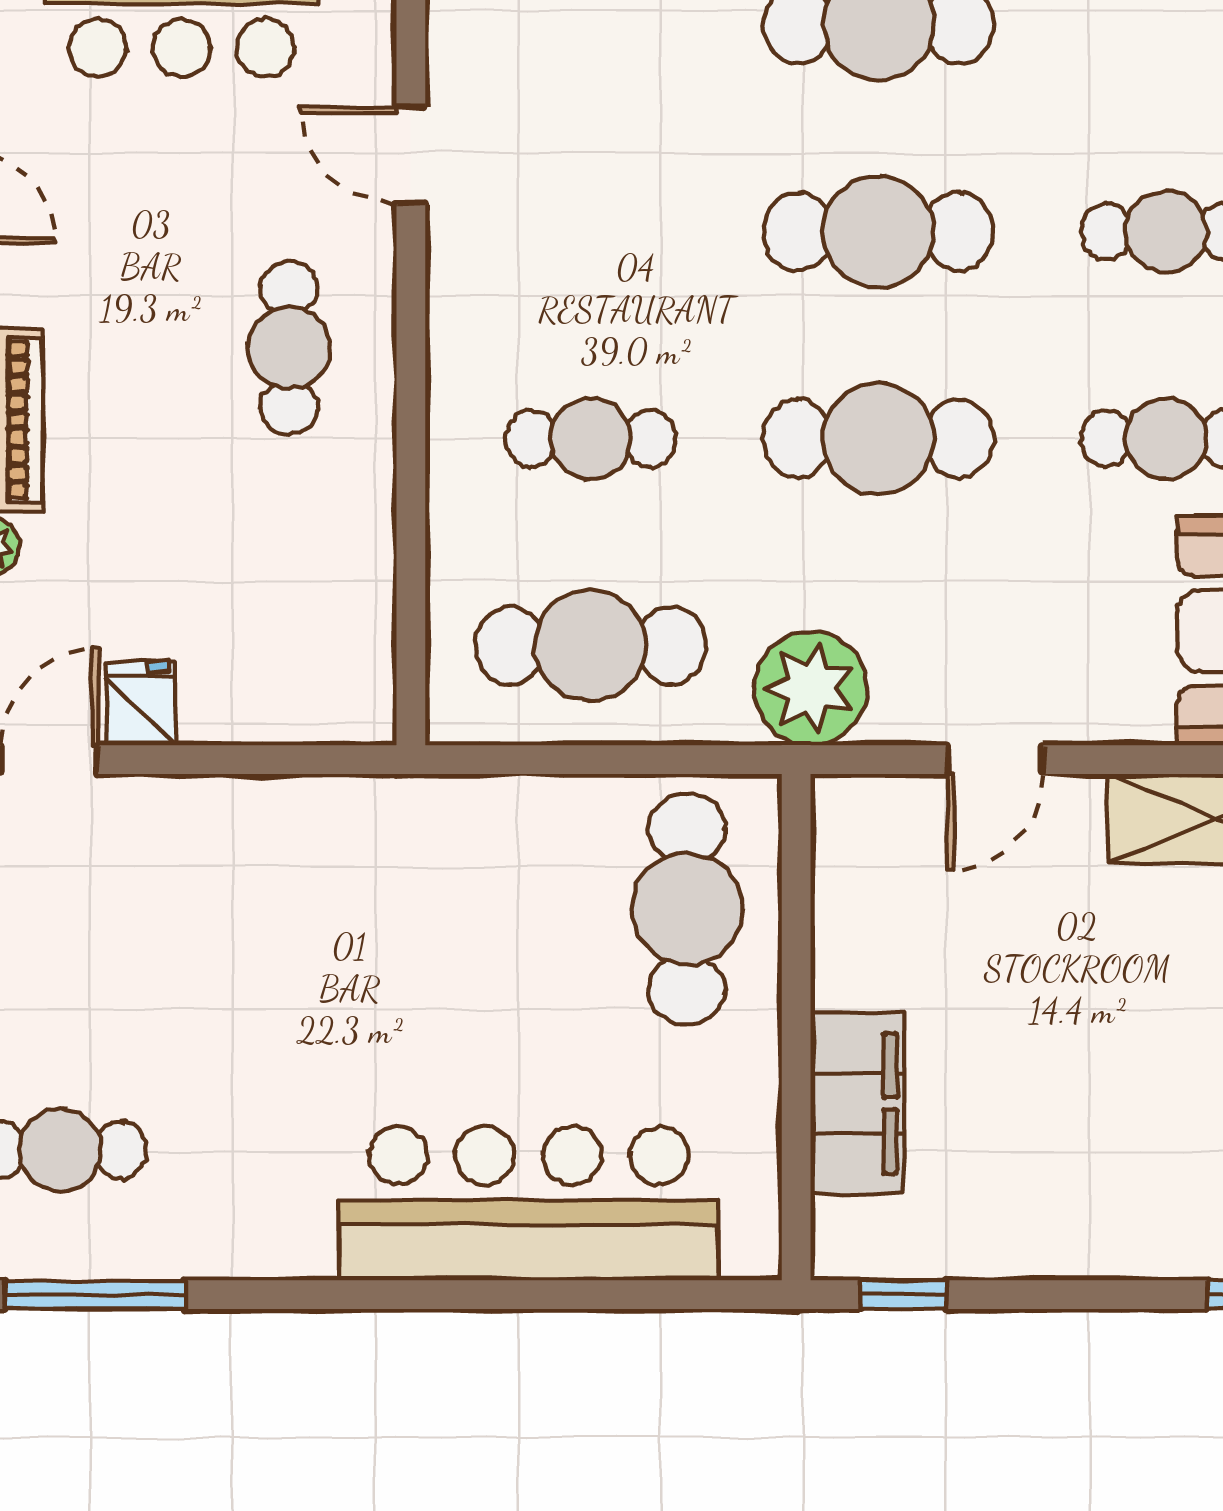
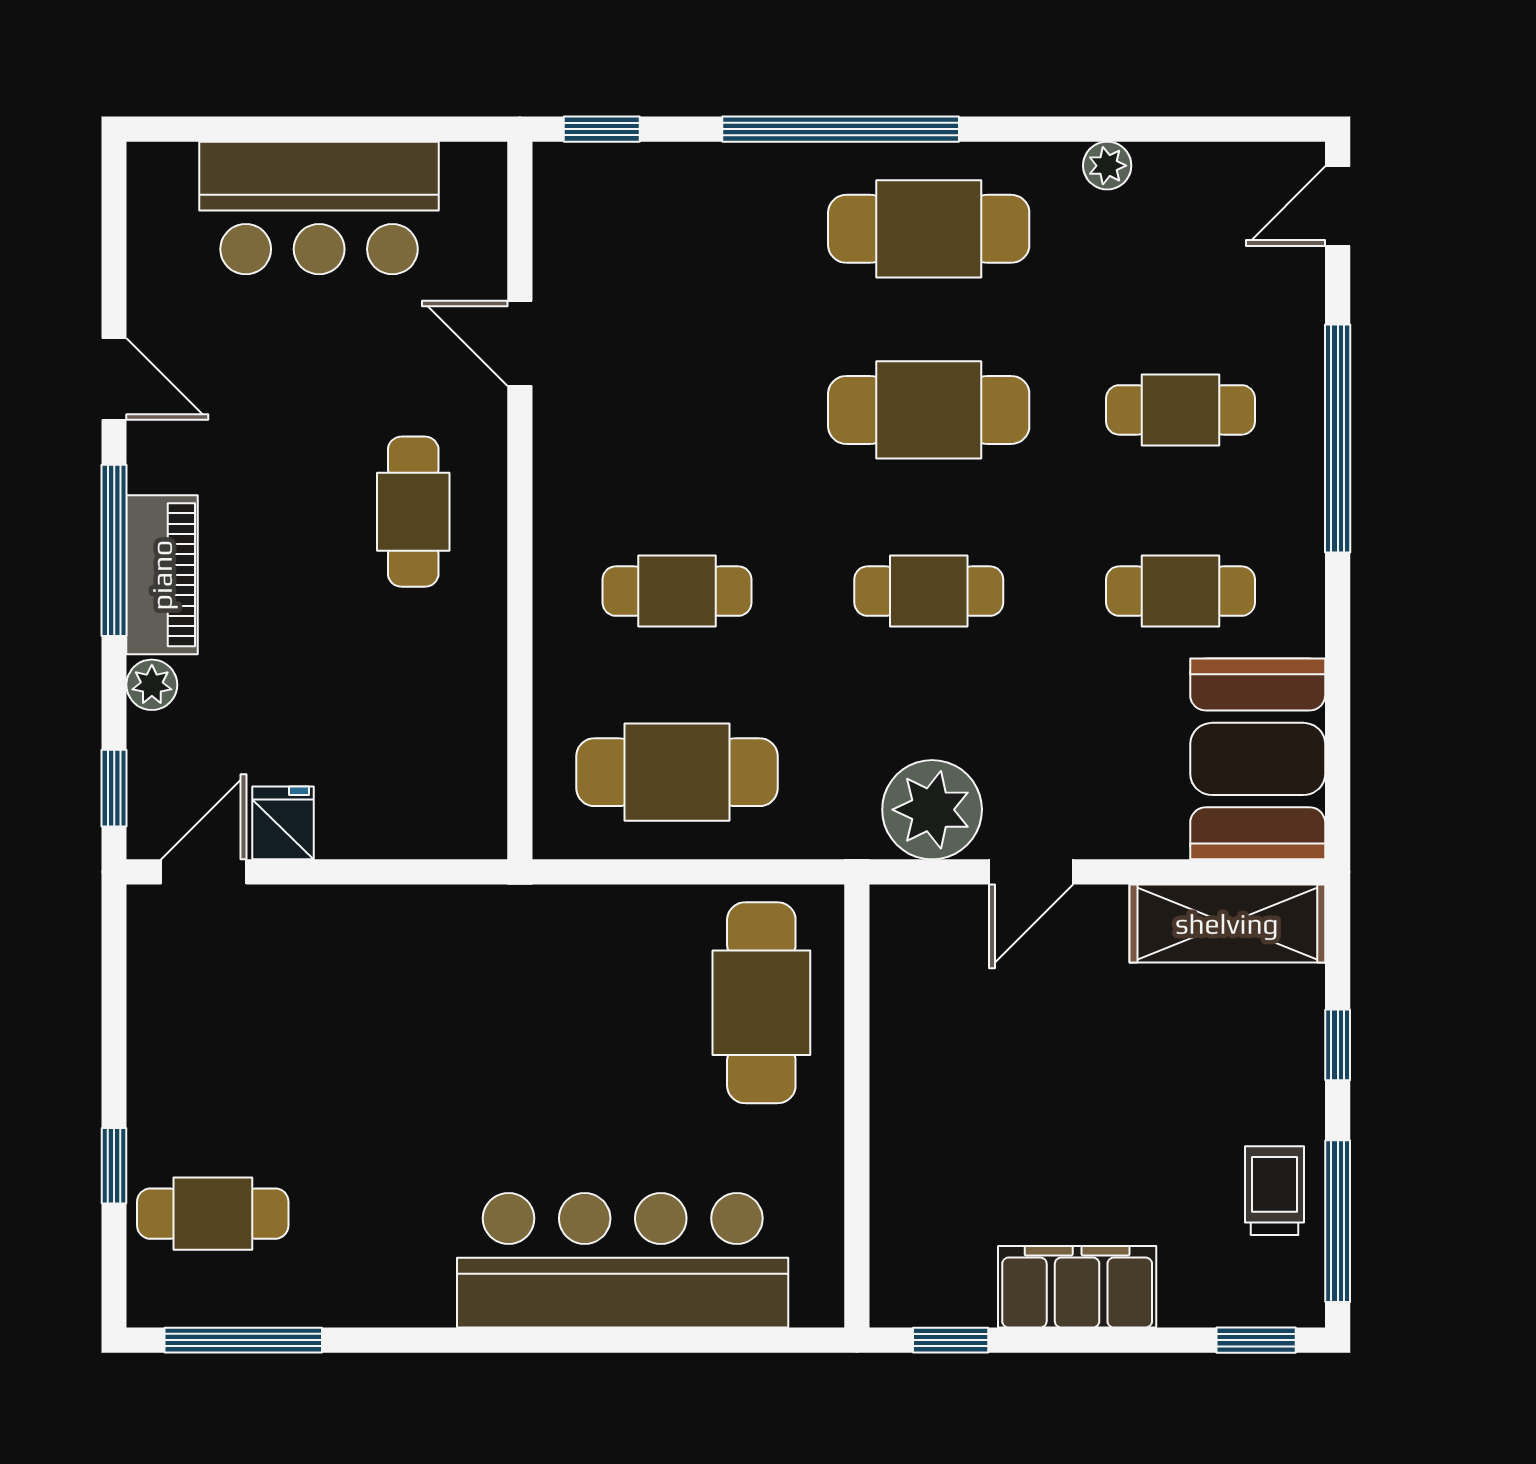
cafe table: (878, 439) -> (929, 591), width x0.73, depth x0.74
plant: (810, 688) -> (932, 810), moved
filing cabinet: (857, 1103) -> (1077, 1287), moved, turned -90

